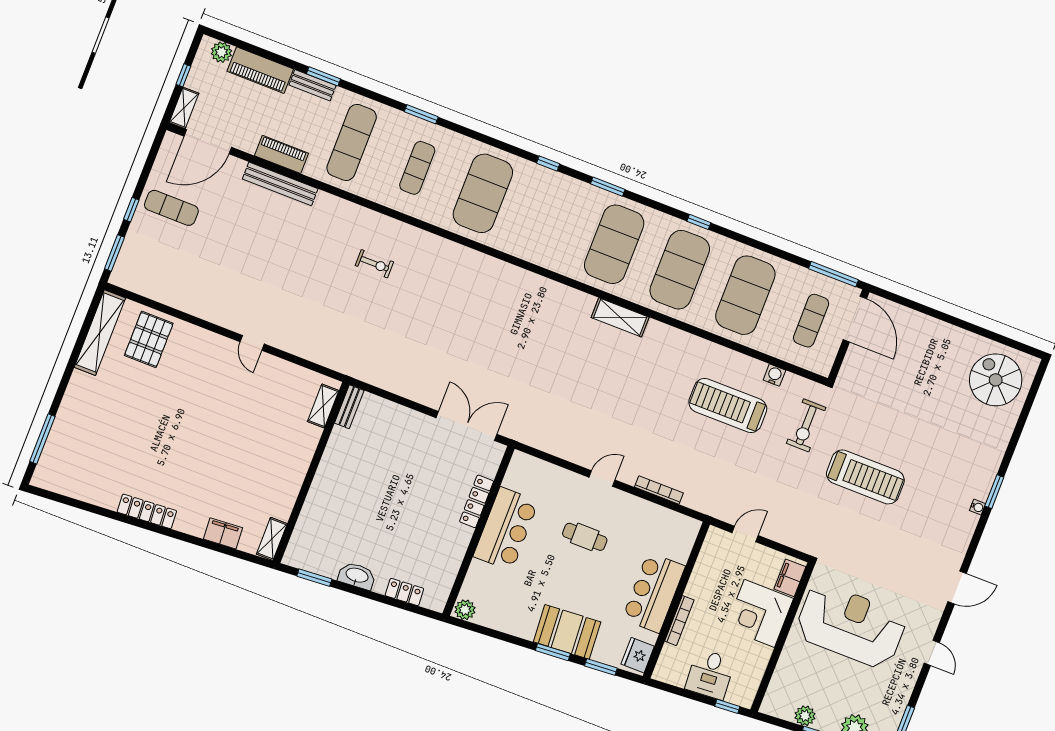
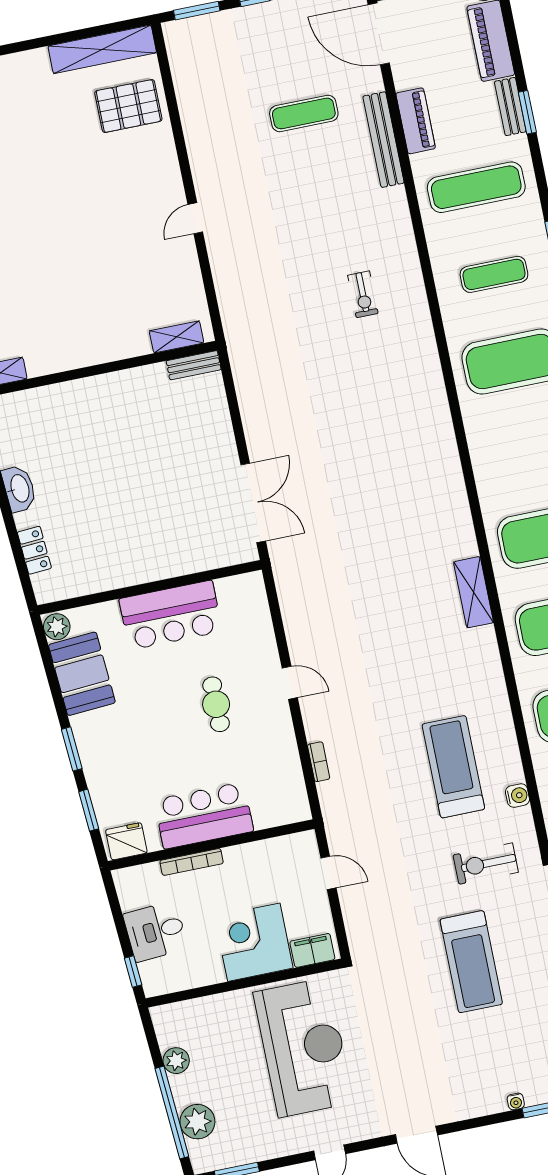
exercise mat: (171, 208) -> (304, 113), moved, turned 90
bookcase: (659, 490) -> (319, 762), width x0.64
locker: (477, 501) -> (180, 565), removed
booth: (567, 632) -> (82, 674), moved

